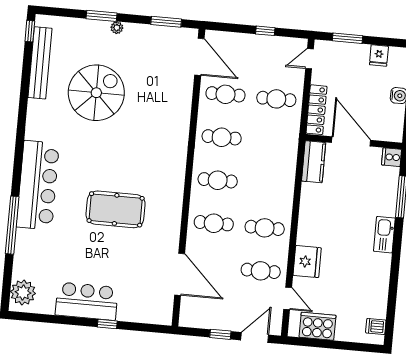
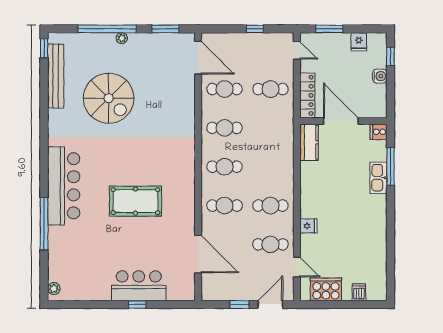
window: (102, 16) -> (107, 29), width x2.11
door: (309, 59) -> (297, 50), swing flipped
spiral stairs: (96, 93) -> (109, 98), turned 90
kitchen sink: (384, 235) -> (378, 178), moved
fridge: (307, 262) -> (308, 226), width x0.53, depth x0.75
plant: (23, 292) -> (54, 289), width x0.53, depth x0.53
bar counter: (87, 301) -> (139, 286), moved
dishwasher: (376, 326) -> (359, 292), moved, turned 90

